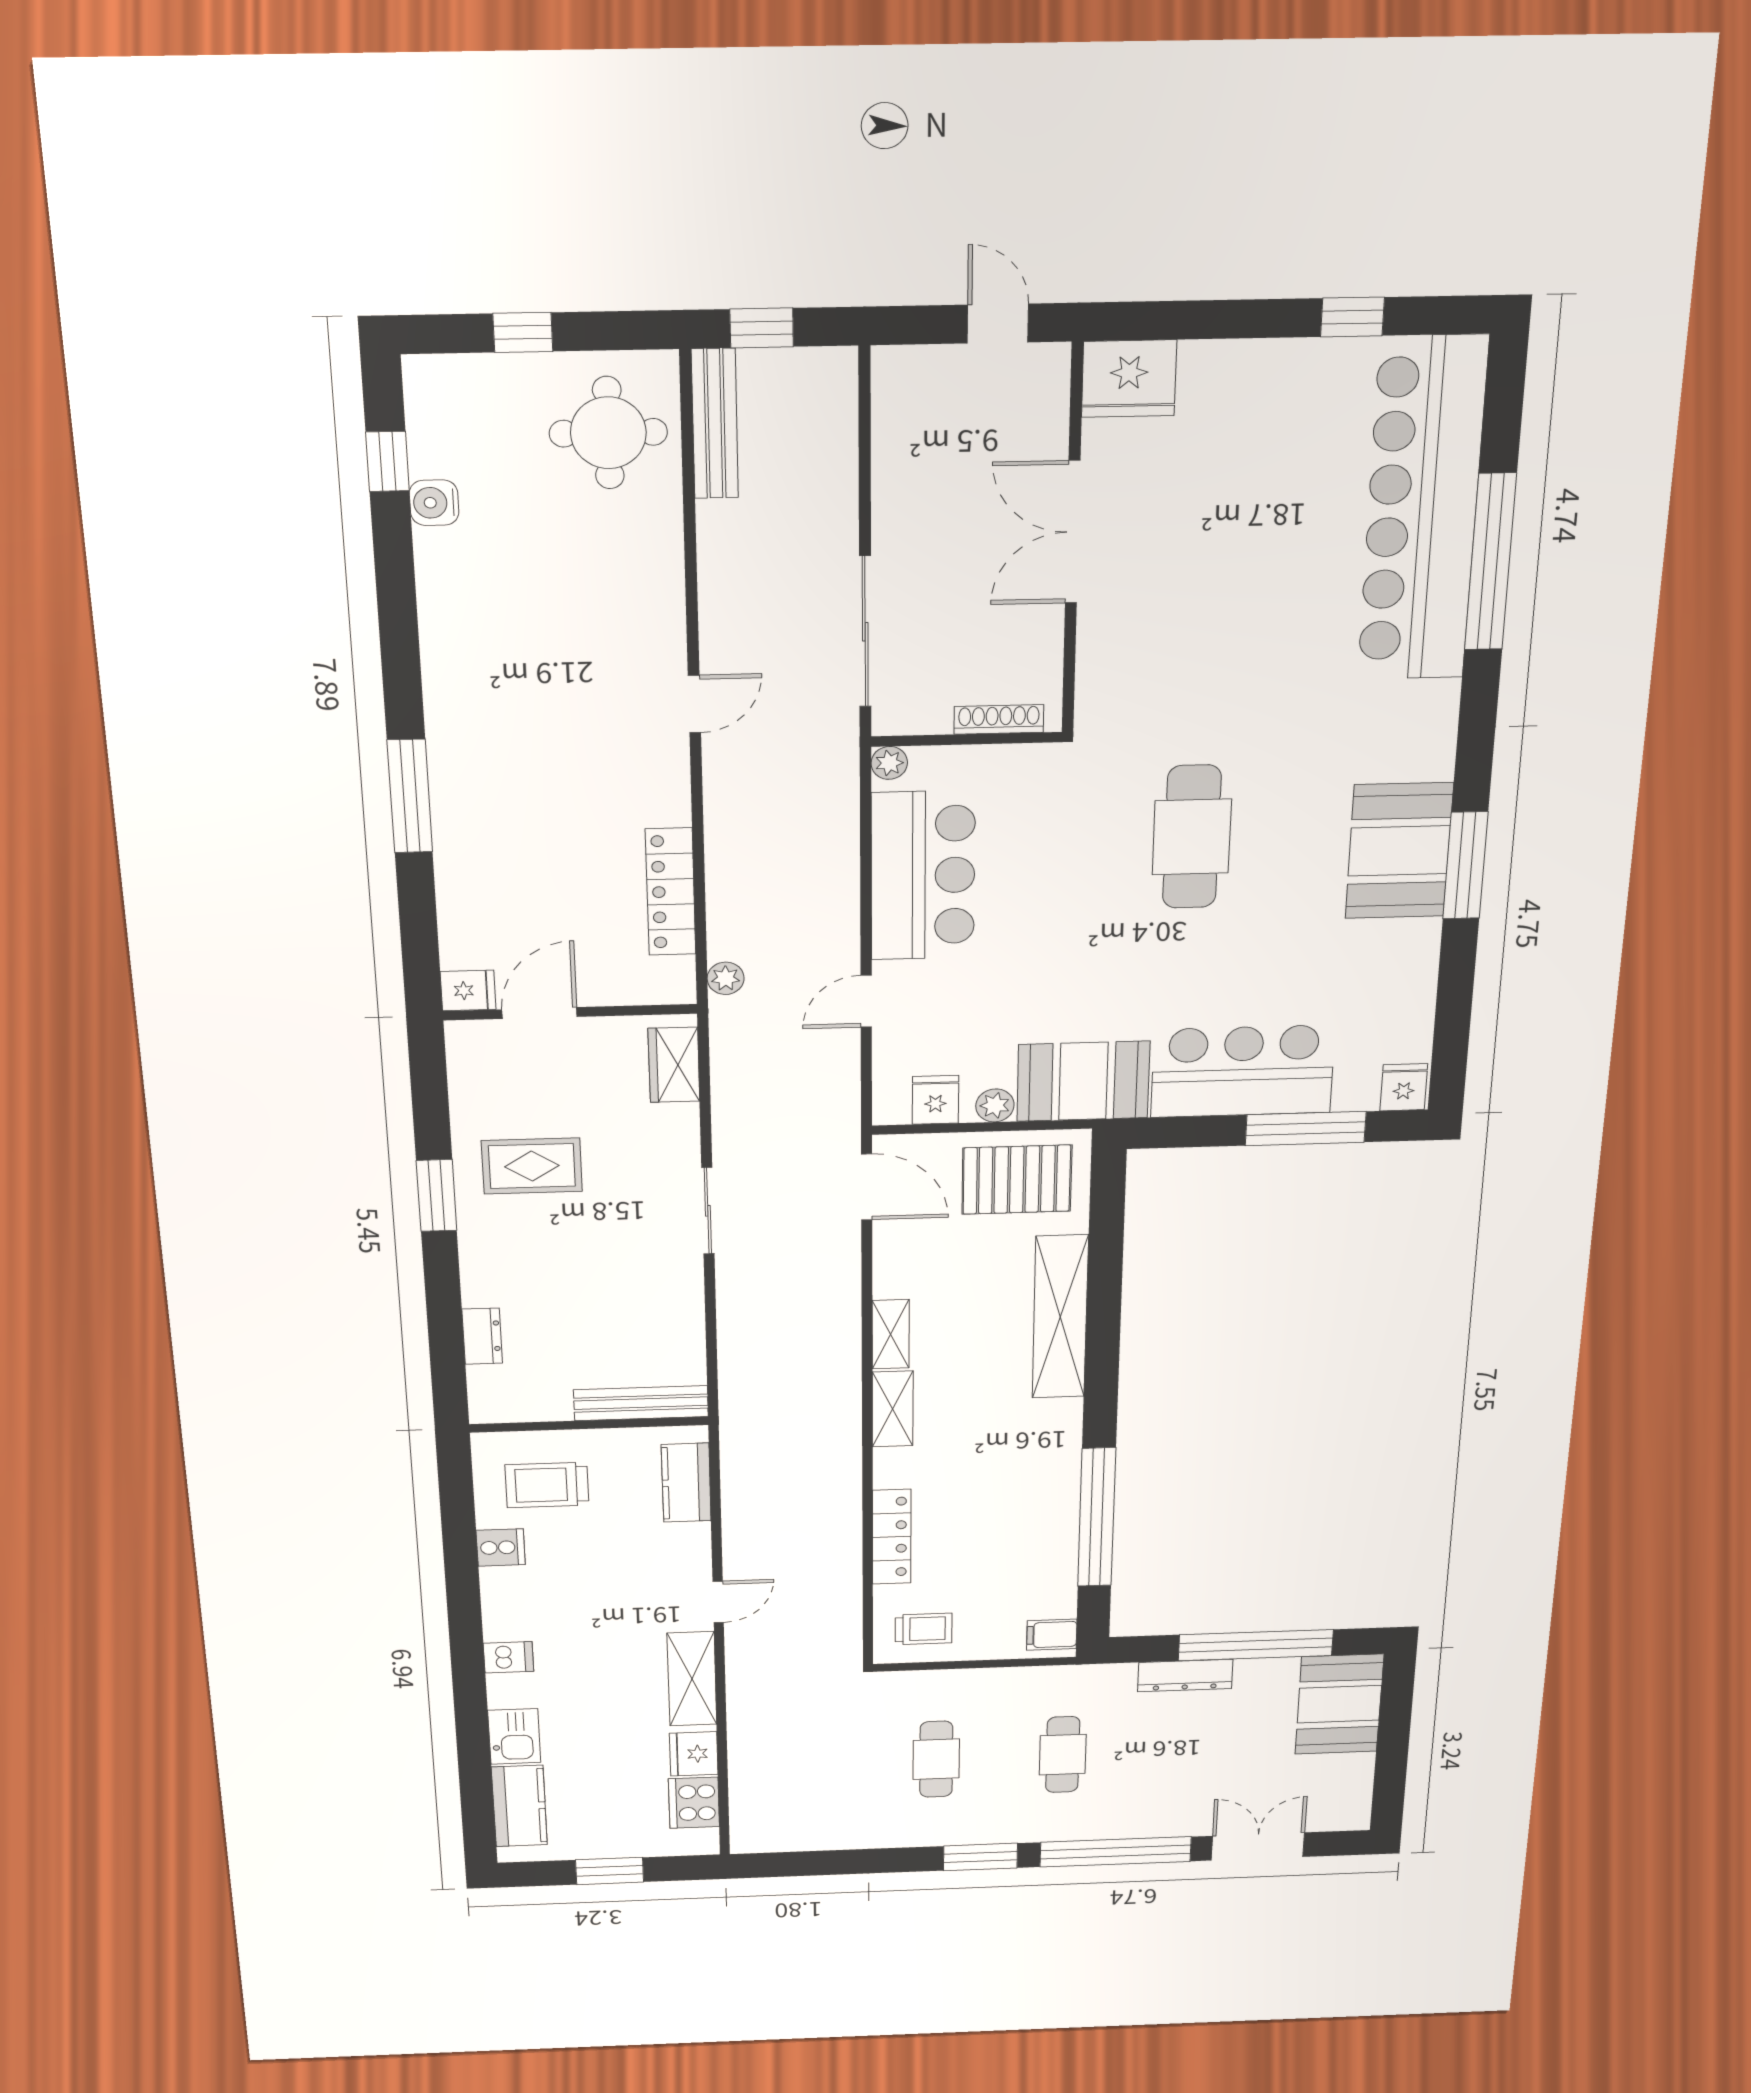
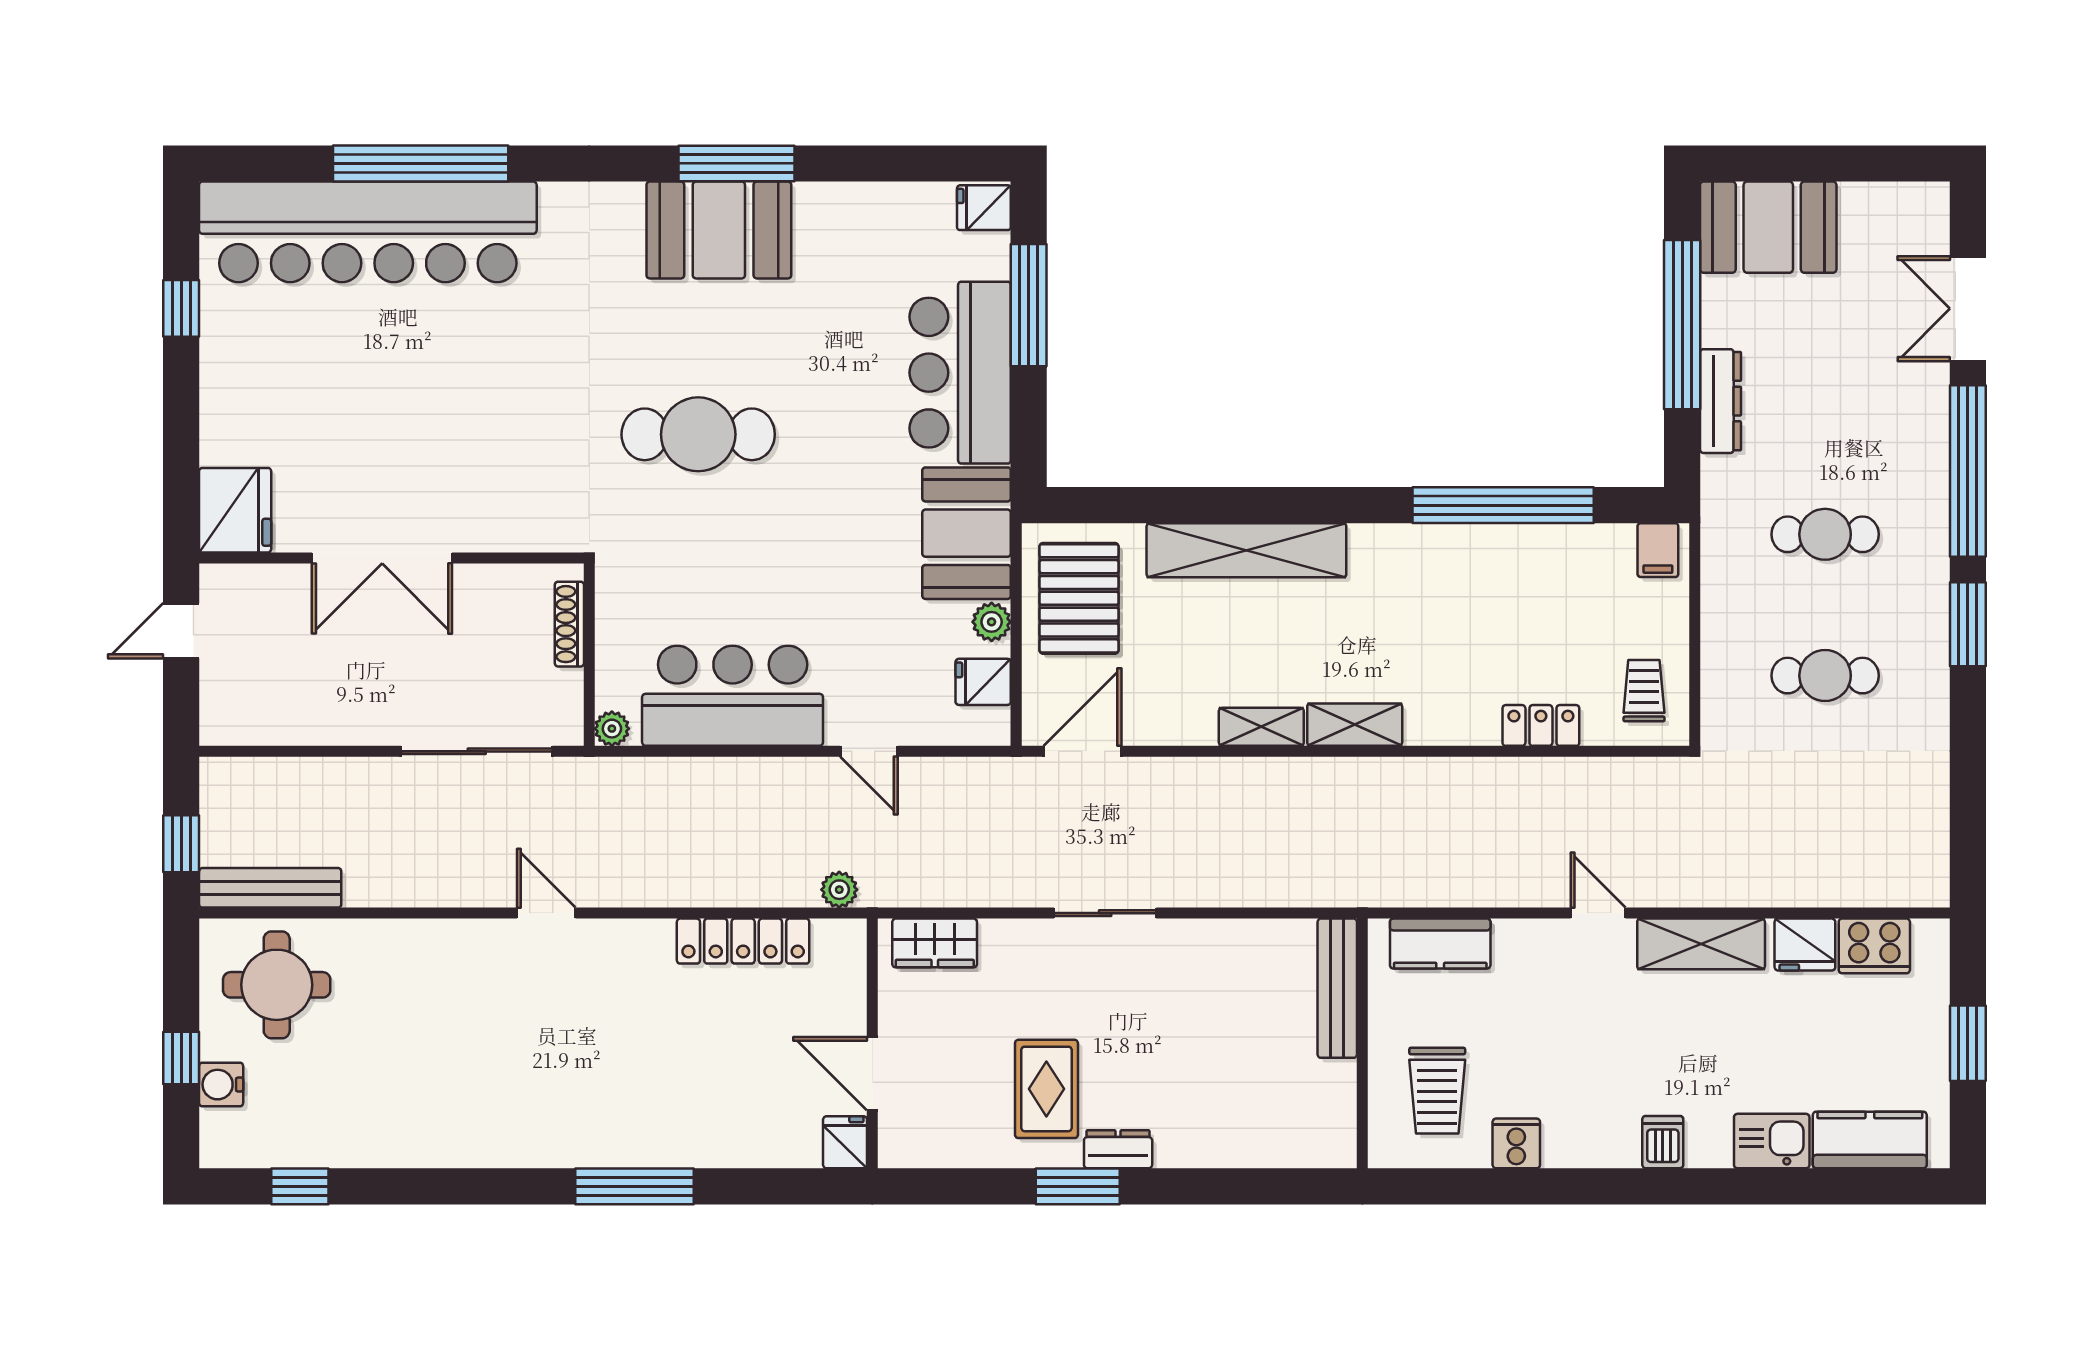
water cooler: (434, 503) -> (221, 1085), moved, turned 90
dresser: (482, 1336) -> (1118, 1149), moved
locker: (892, 1537) -> (1541, 725), width x0.66

